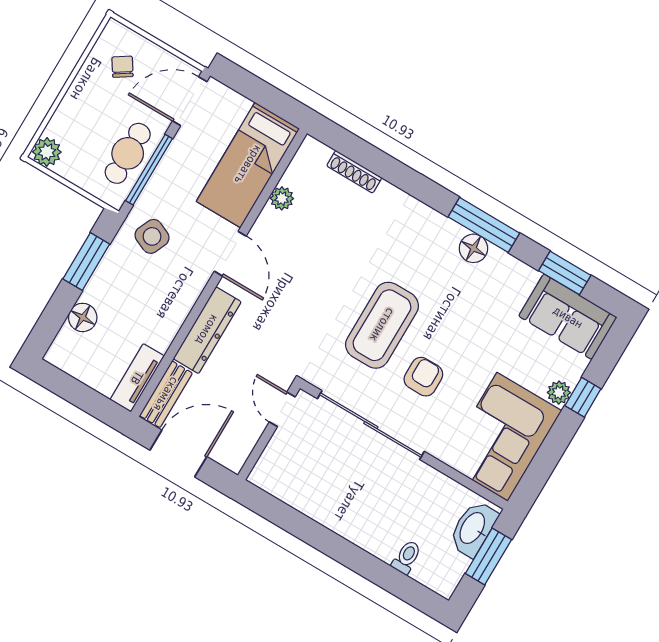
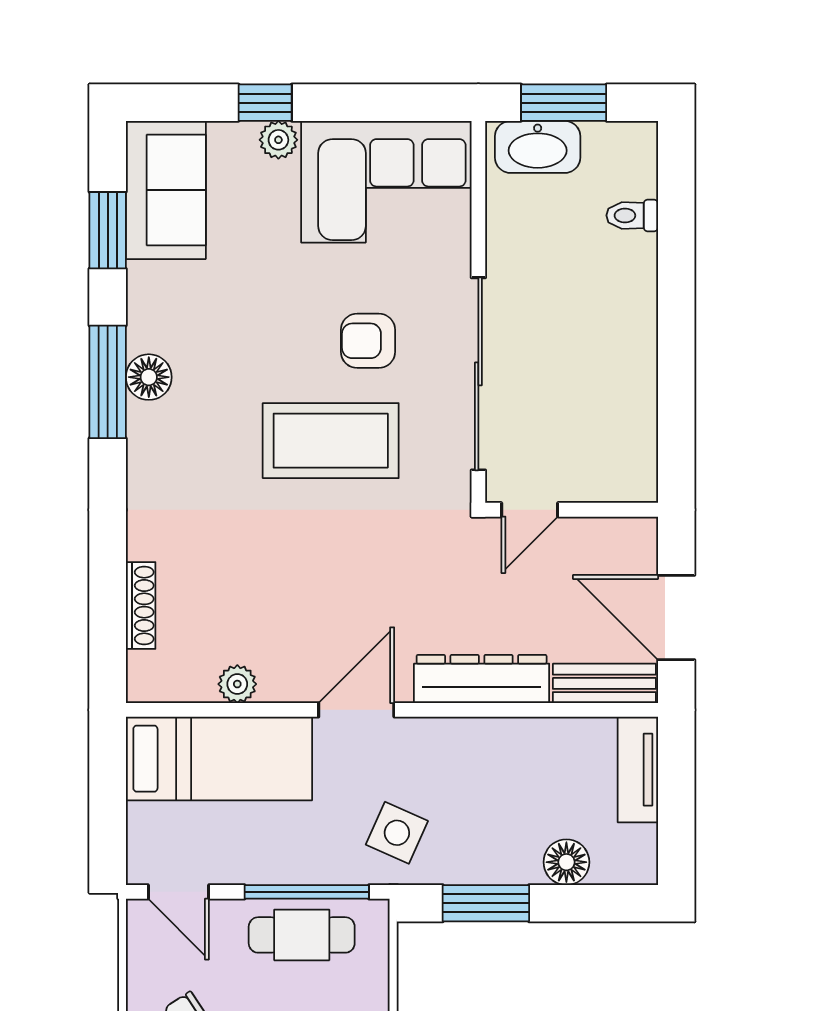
door: (190, 101) -> (178, 892), width x0.73
tv unit: (137, 378) -> (638, 770), moved, turned 90

